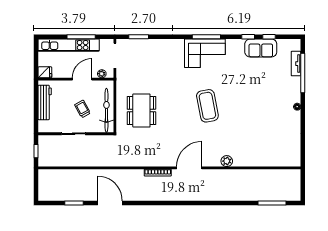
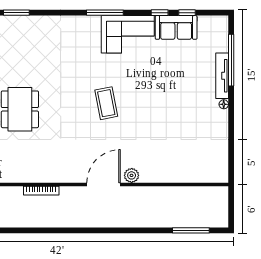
corner sofa: (205, 53) -> (128, 34), moved
tv unit: (296, 64) -> (222, 76), moved, width x1.41
coffee table: (207, 106) -> (106, 103), width x0.73, depth x0.76
door: (189, 168) -> (104, 184), moved

